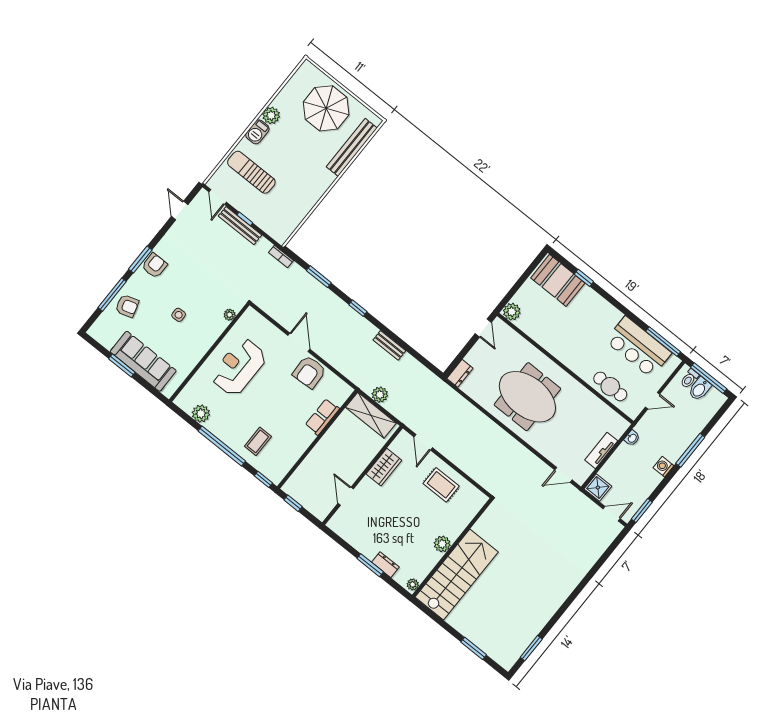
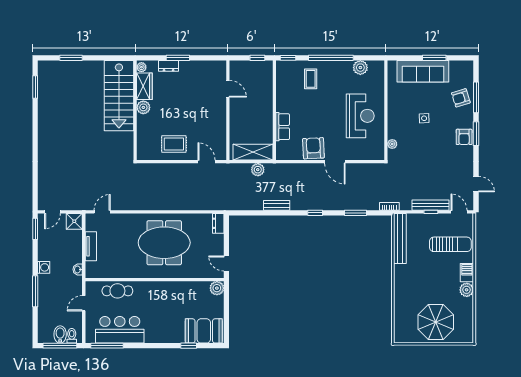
bench: (352, 147) -> (400, 238), moved
wardrobe: (384, 467) -> (144, 86), moved, turned 180

